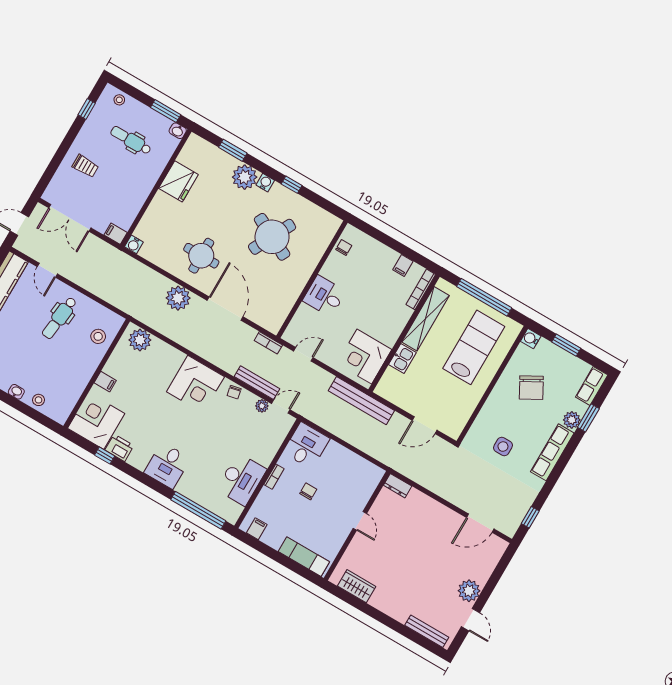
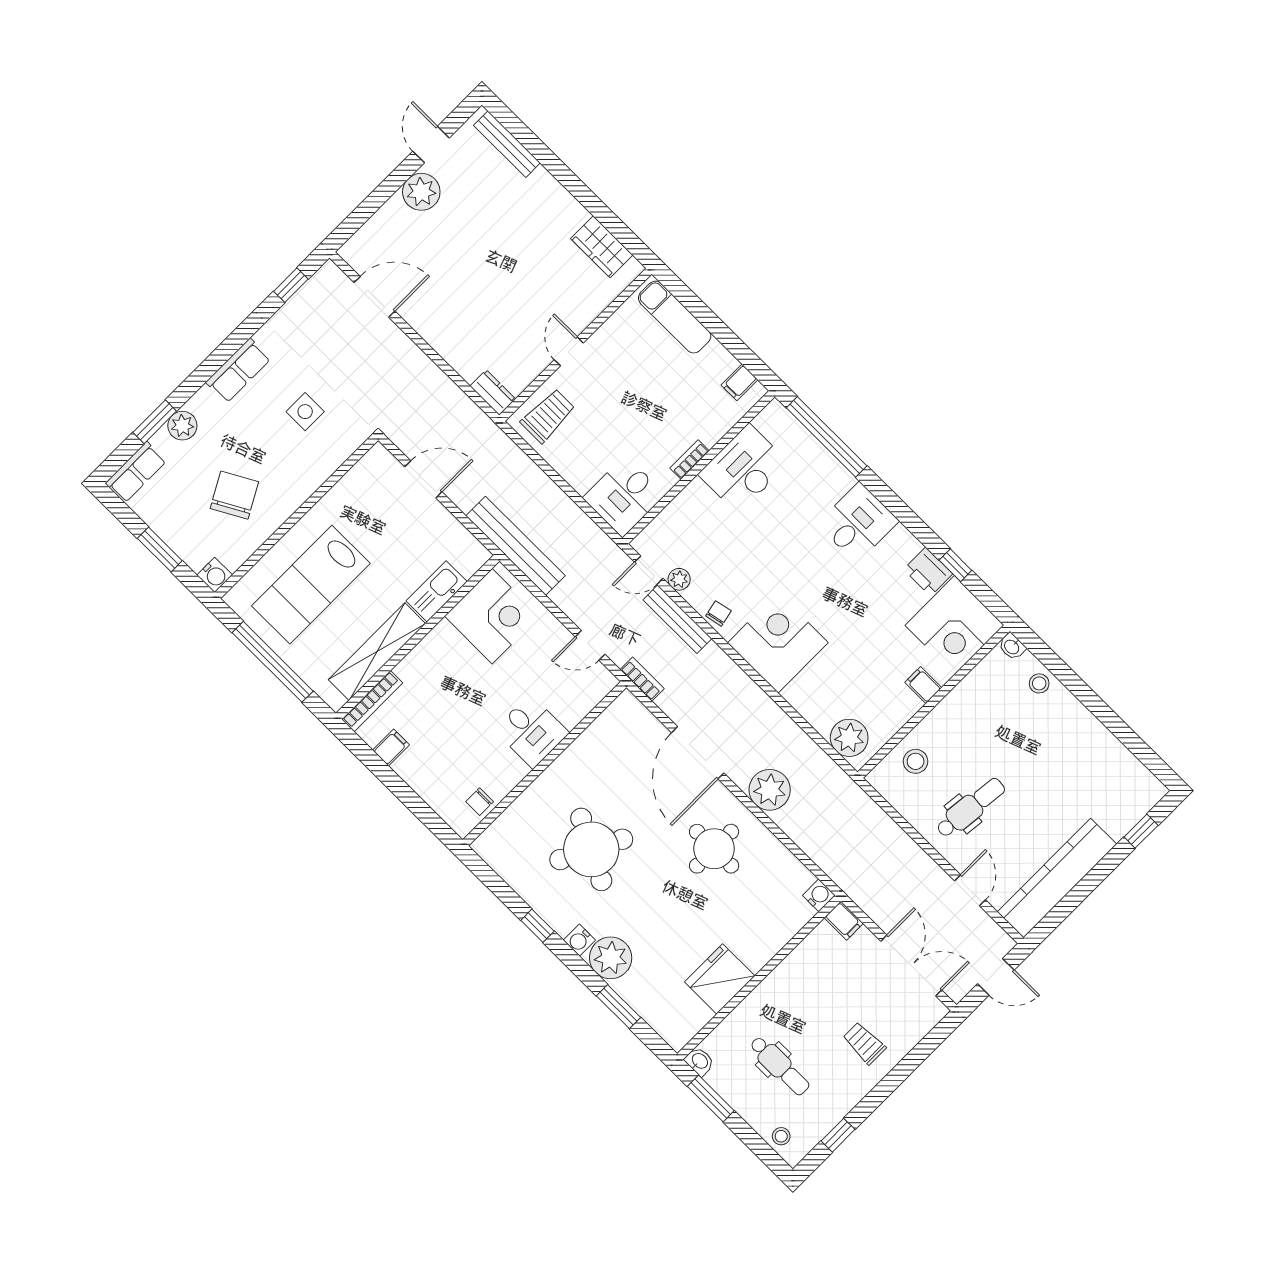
kitchen sink: (402, 359) -> (437, 591), width x1.38
washbasin: (16, 392) -> (1012, 647), moved
row of seats: (552, 452) -> (238, 371), width x0.68
trolley: (362, 481) -> (548, 416), added
chair: (308, 491) -> (640, 421), removed

